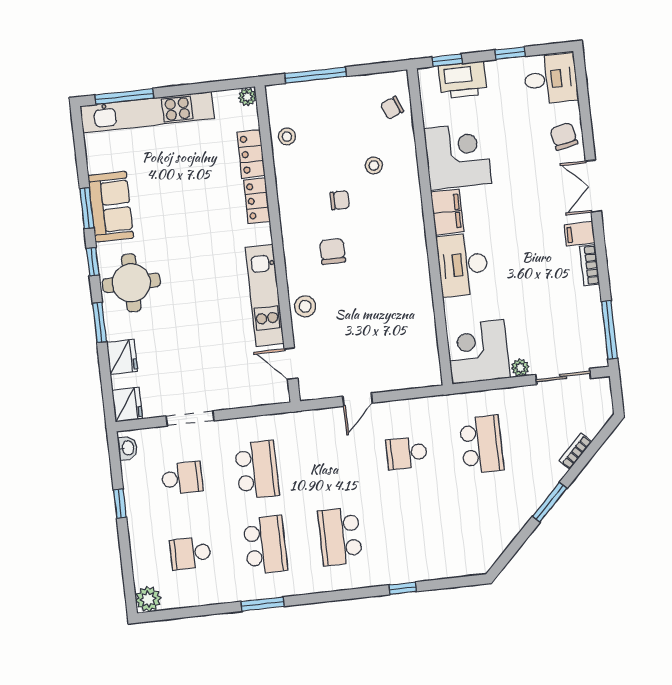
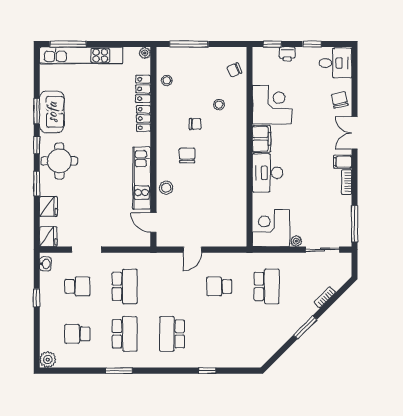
printer: (463, 80) -> (287, 54), width x0.53, depth x0.68

